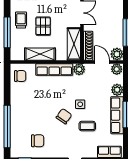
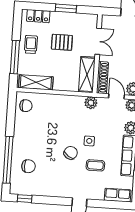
pallet: (43, 26) -> (62, 42), moved, turned 90
shelving: (40, 54) -> (36, 82), moved
row of seats: (54, 69) -> (64, 101), removed
chair: (38, 141) -> (28, 166), moved

